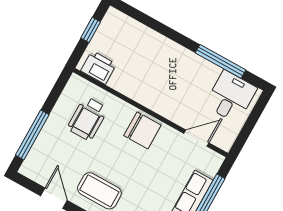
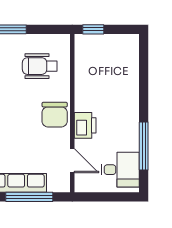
window: (91, 30) -> (93, 29), moved
printer: (99, 67) -> (85, 125), moved

